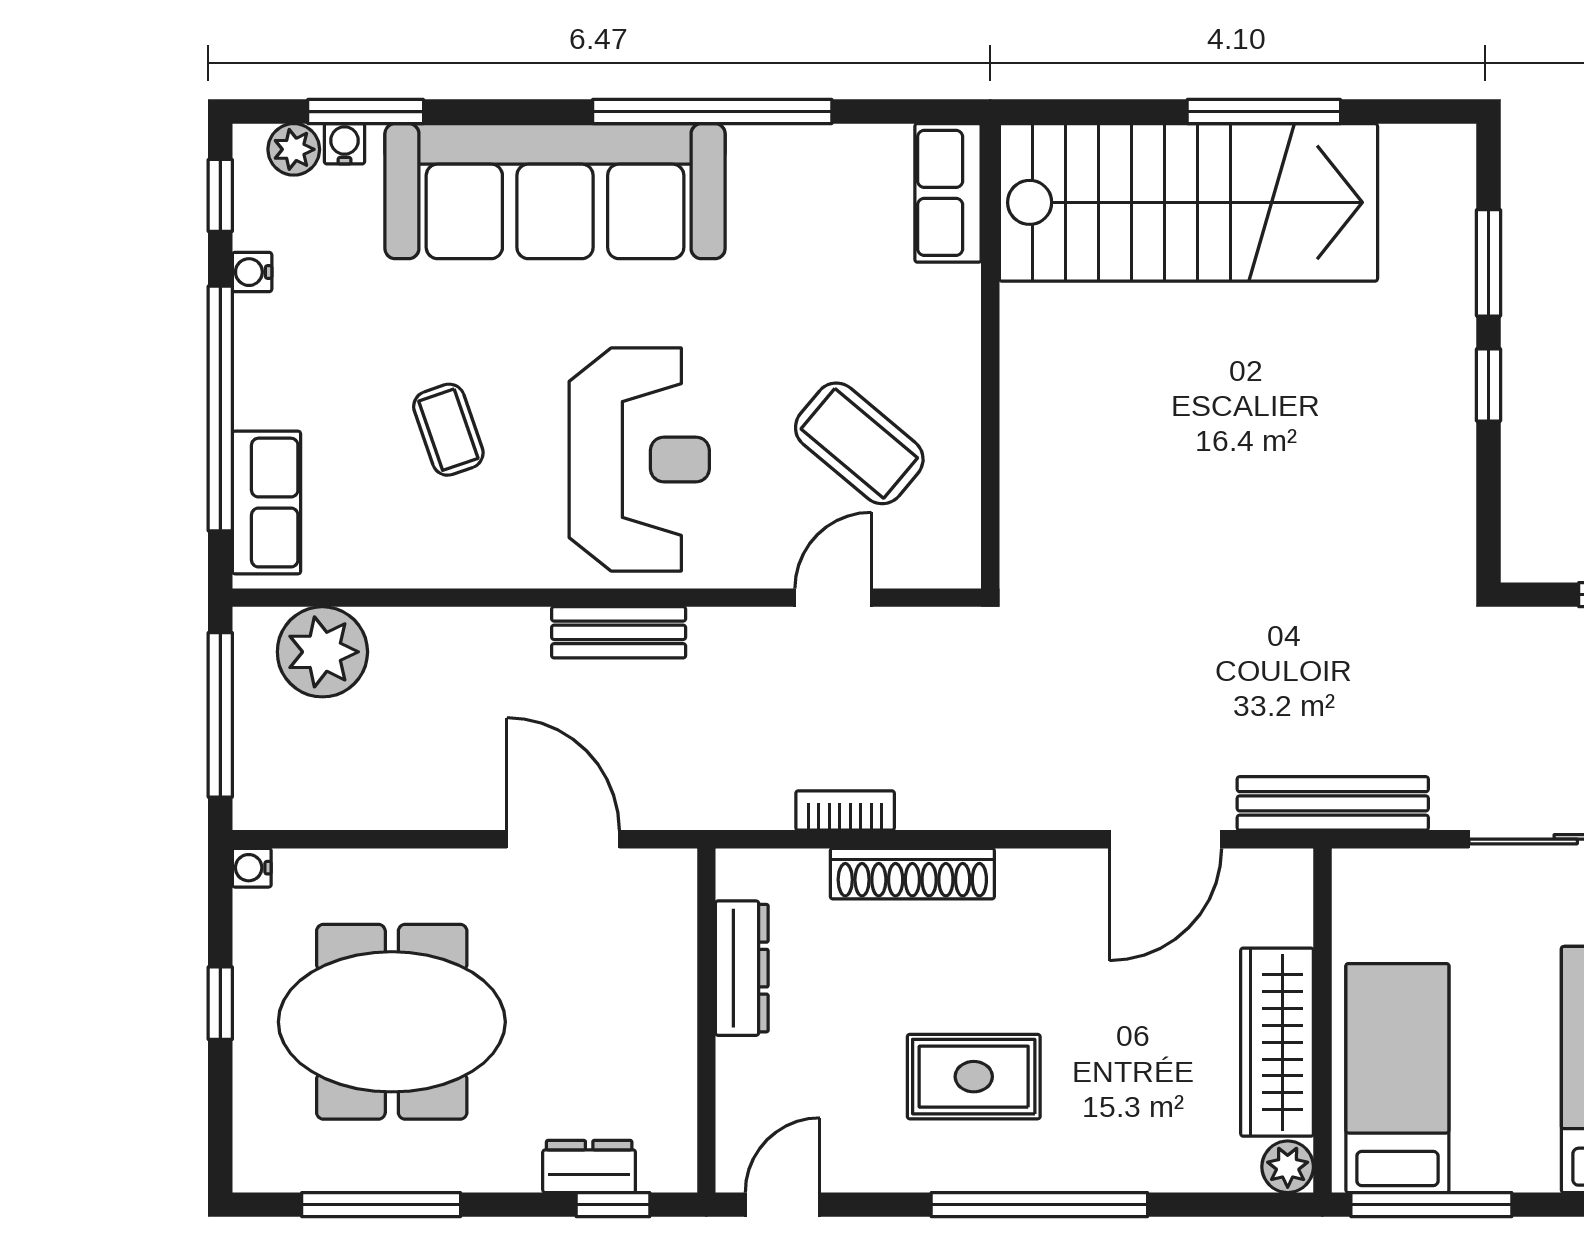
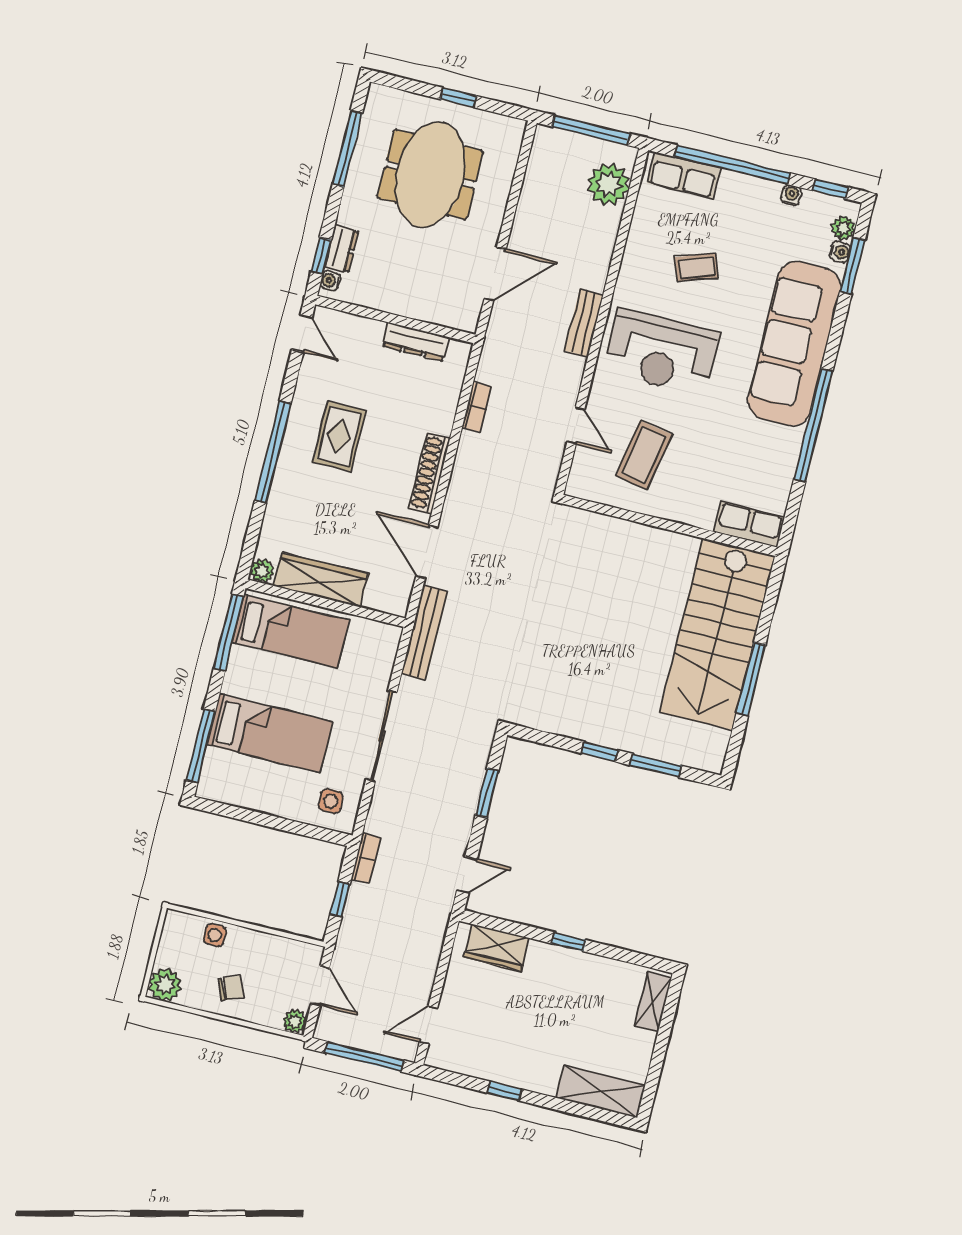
coffee table: (859, 443) -> (644, 455), turned -30
water cooler: (252, 868) -> (330, 281), moved, turned -90
shoe rack: (912, 874) -> (429, 473), moved

